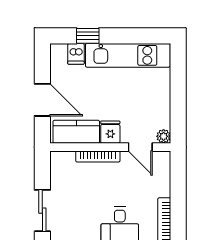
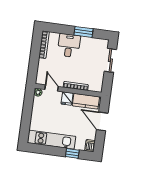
dishwasher: (76, 54) -> (90, 146), moved

